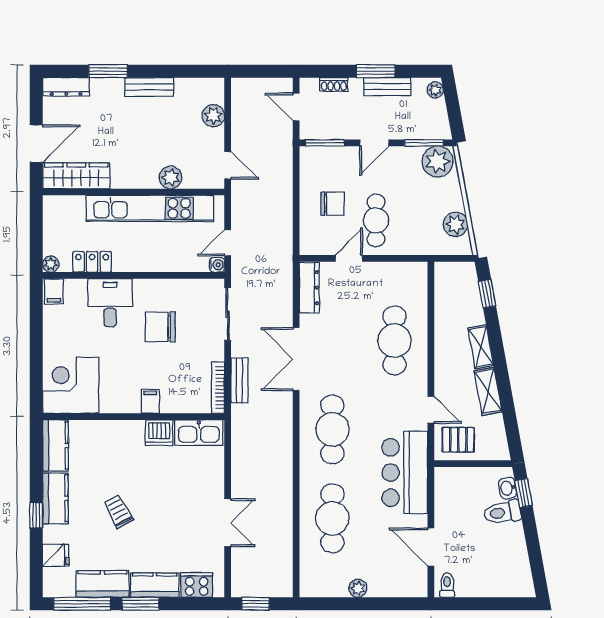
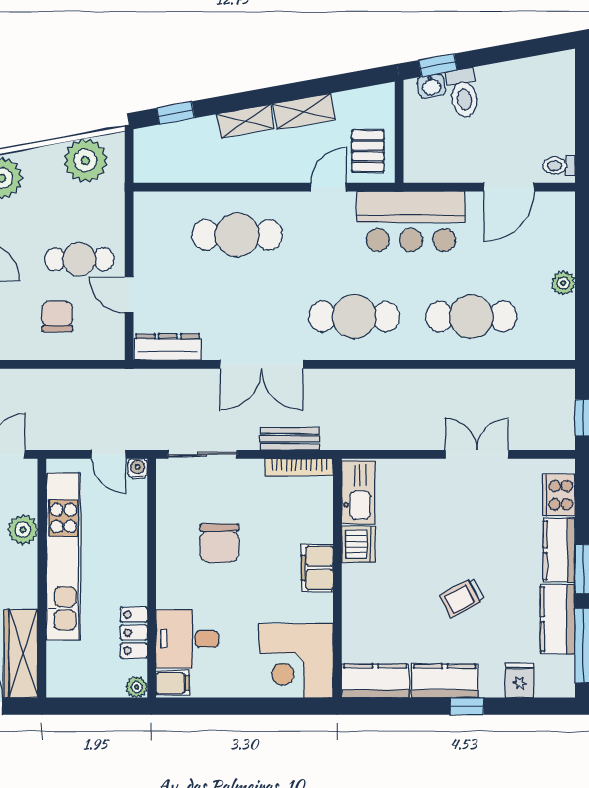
plant: (455, 224) -> (86, 160), width x1.36, depth x1.36
desk: (110, 303) -> (187, 639), moved
filing cabinet: (150, 401) -> (317, 568), width x2.00

